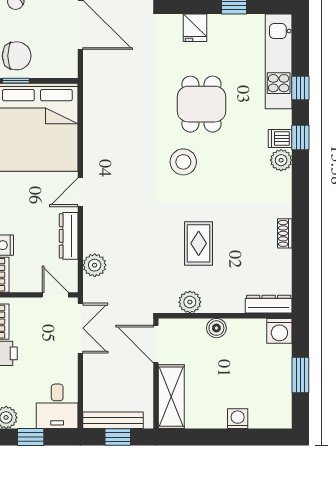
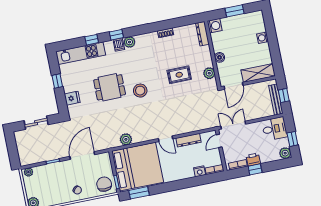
plant: (95, 265) -> (126, 139), moved

